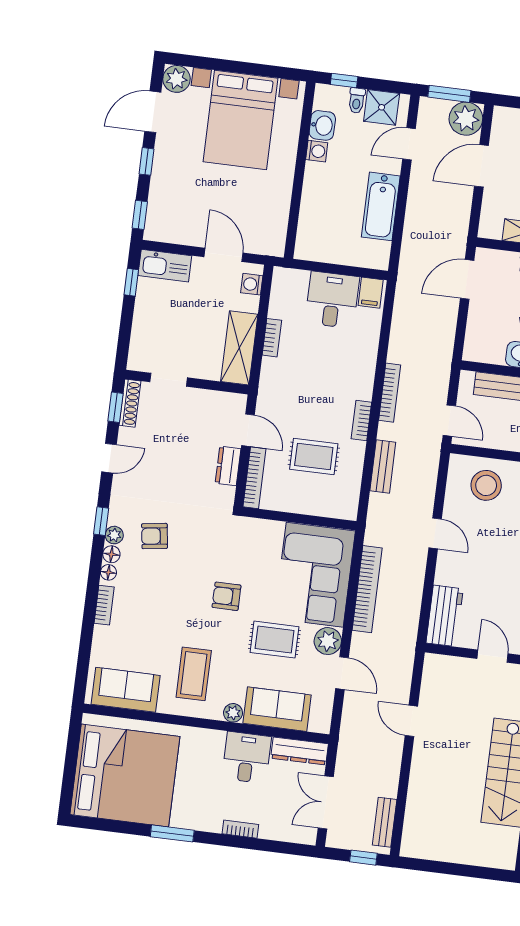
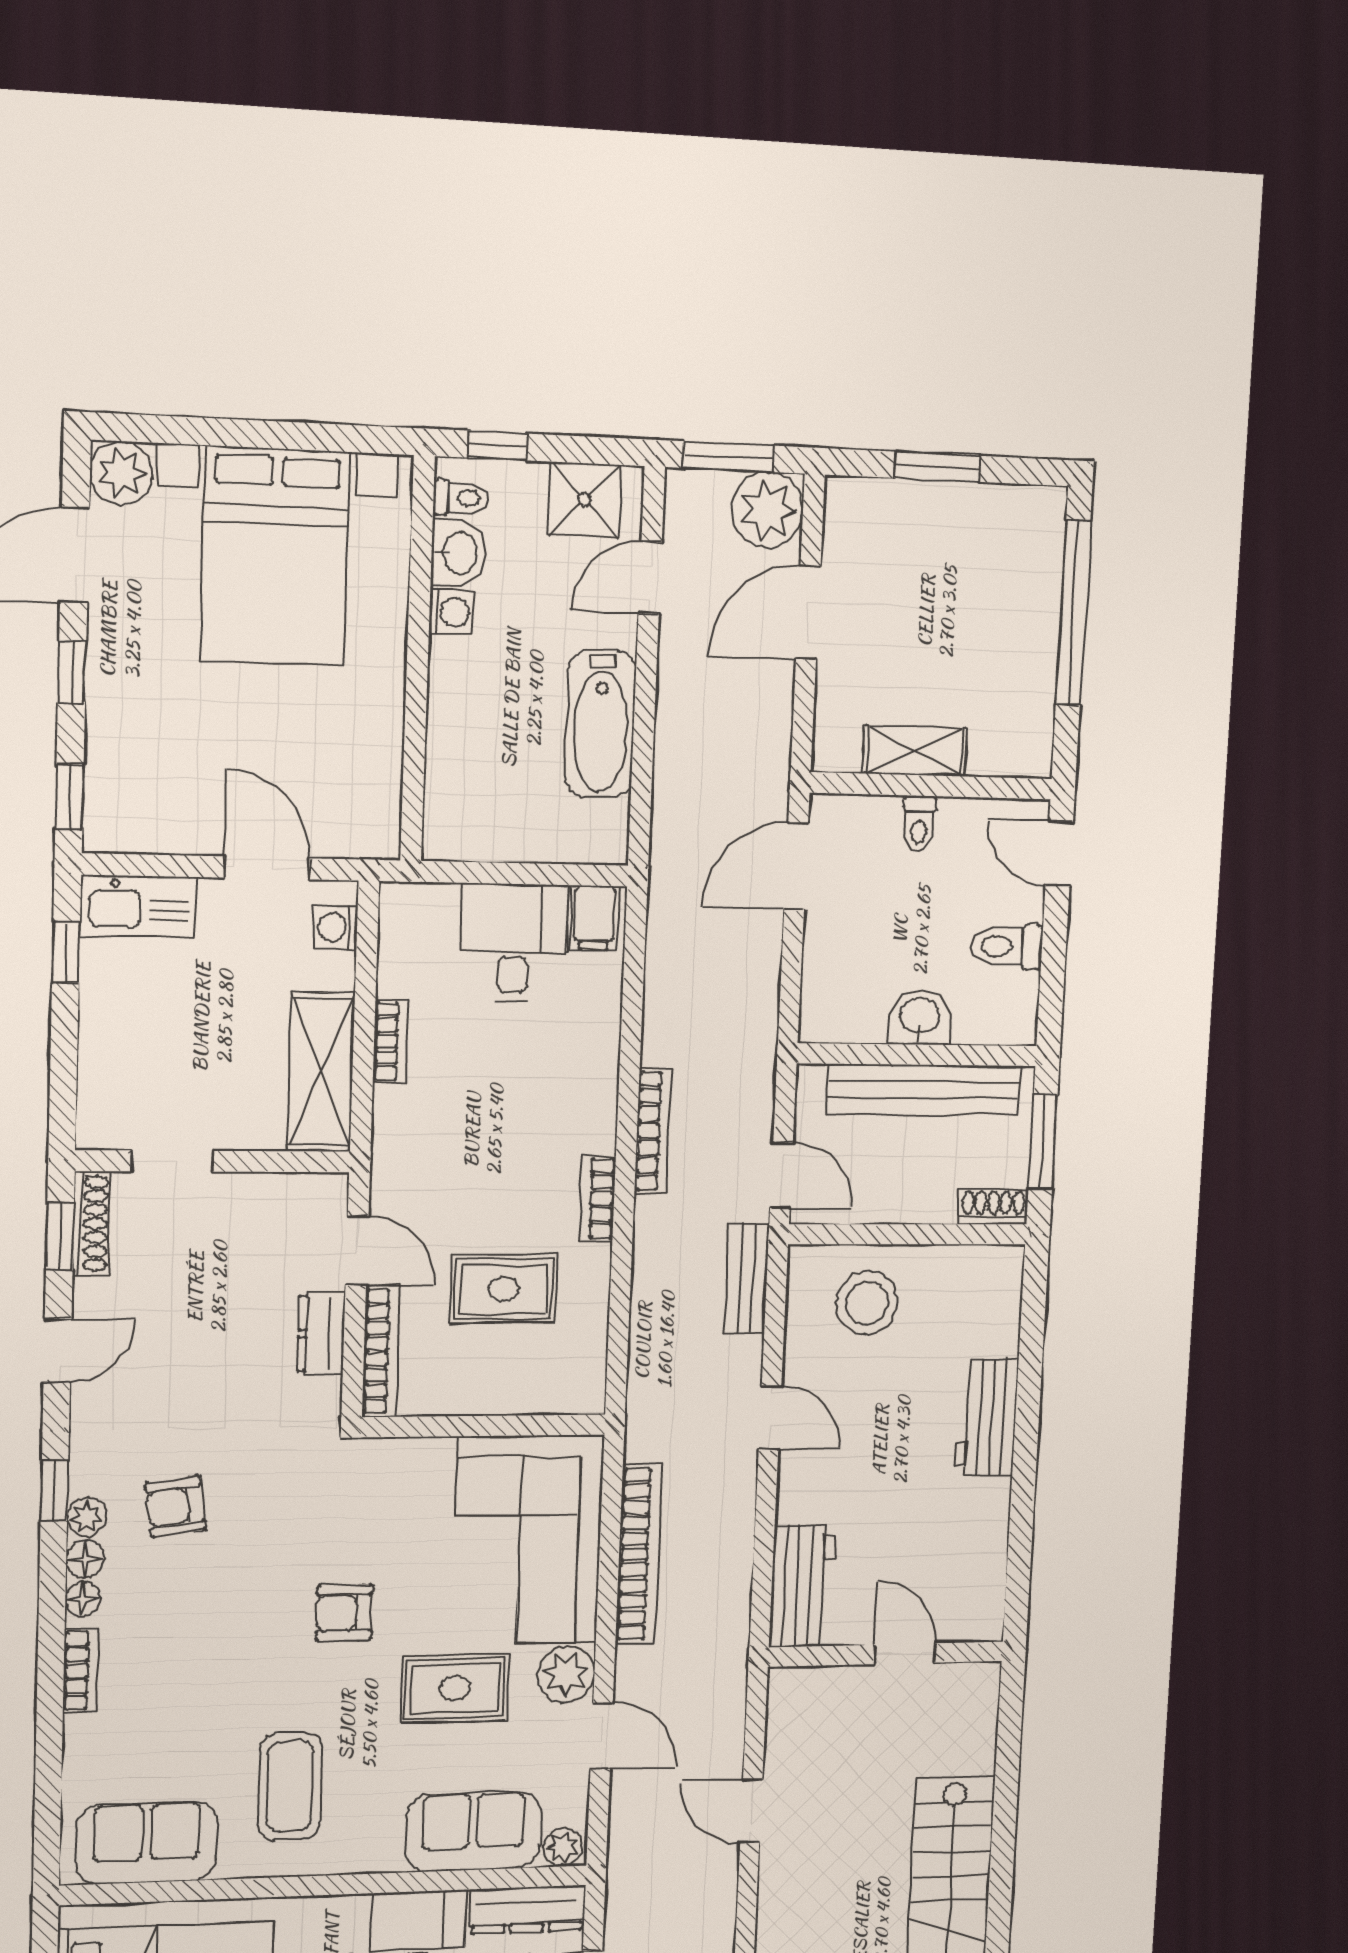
toilet: (357, 101) -> (461, 498), moved, turned -90
bench: (383, 466) -> (747, 1278), moved
plant: (233, 713) -> (563, 1847), moved

